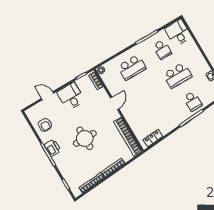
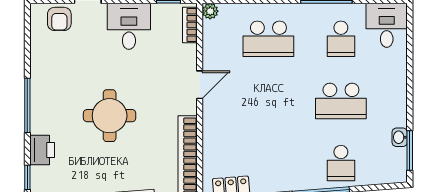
armchair: (45, 125) -> (59, 19), moved
printer: (52, 148) -> (42, 150), moved

